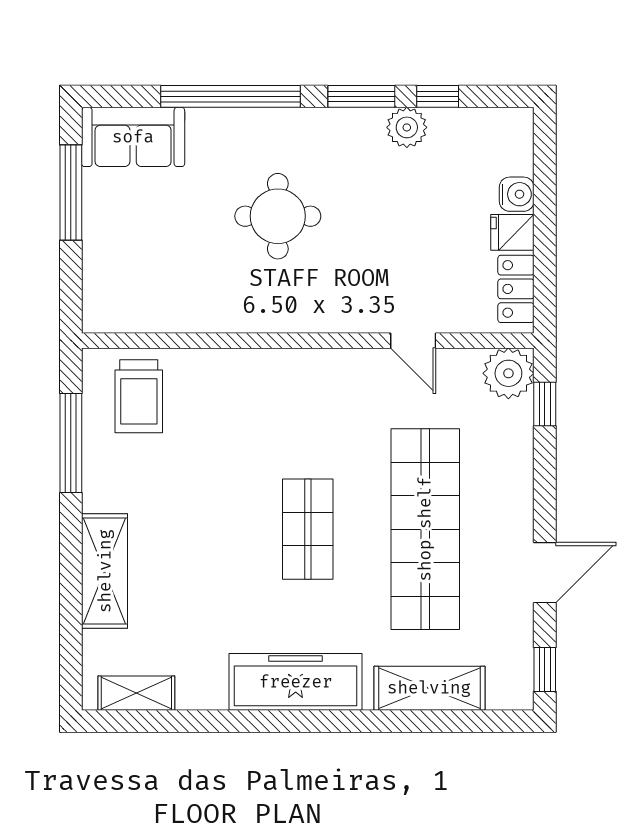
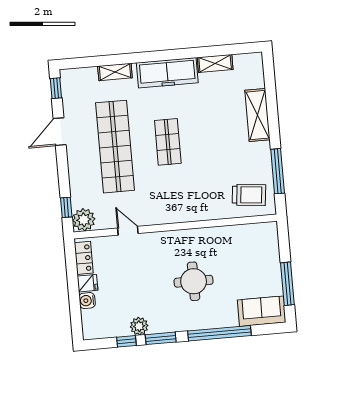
trolley: (139, 396) -> (249, 195), turned 96
shelving: (429, 688) -> (115, 72), width x0.67, depth x0.75
shelving: (136, 693) -> (215, 63), moved

